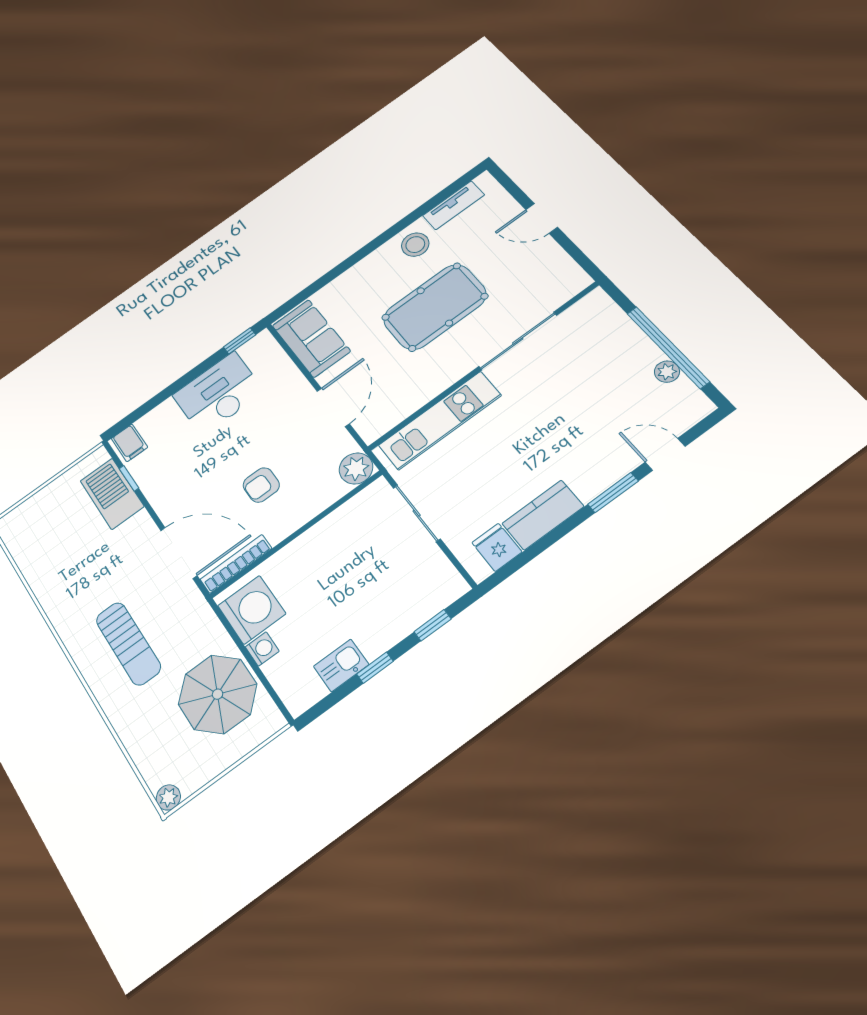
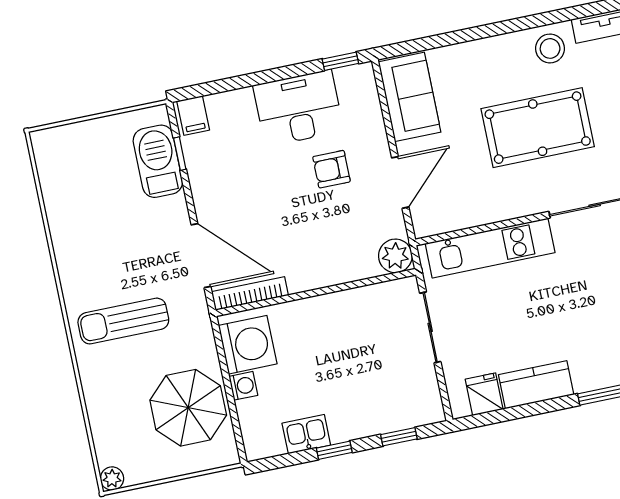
armchair: (261, 485) -> (331, 169), moved
sun lounger: (128, 644) -> (123, 321), turned 90

